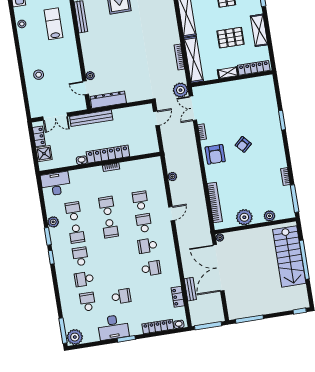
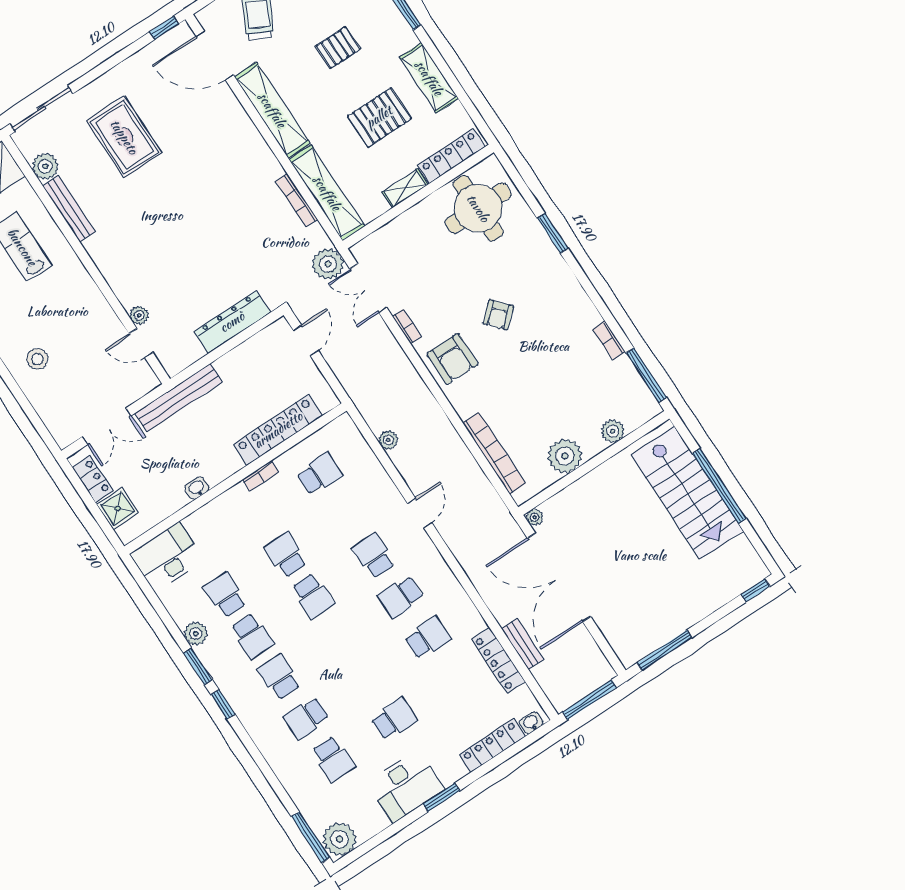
round table: (255, 95) -> (478, 208), added
dresser: (108, 100) -> (232, 322), moved
locker: (108, 154) -> (278, 430), moved
school desk: (140, 200) -> (320, 474), moved, turned 90
locker: (178, 297) -> (499, 661), width x1.53
school desk: (88, 302) -> (333, 759), turned 180

